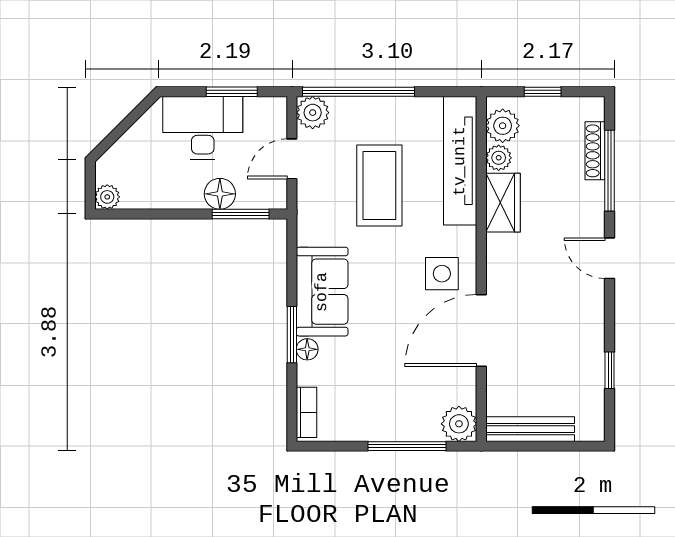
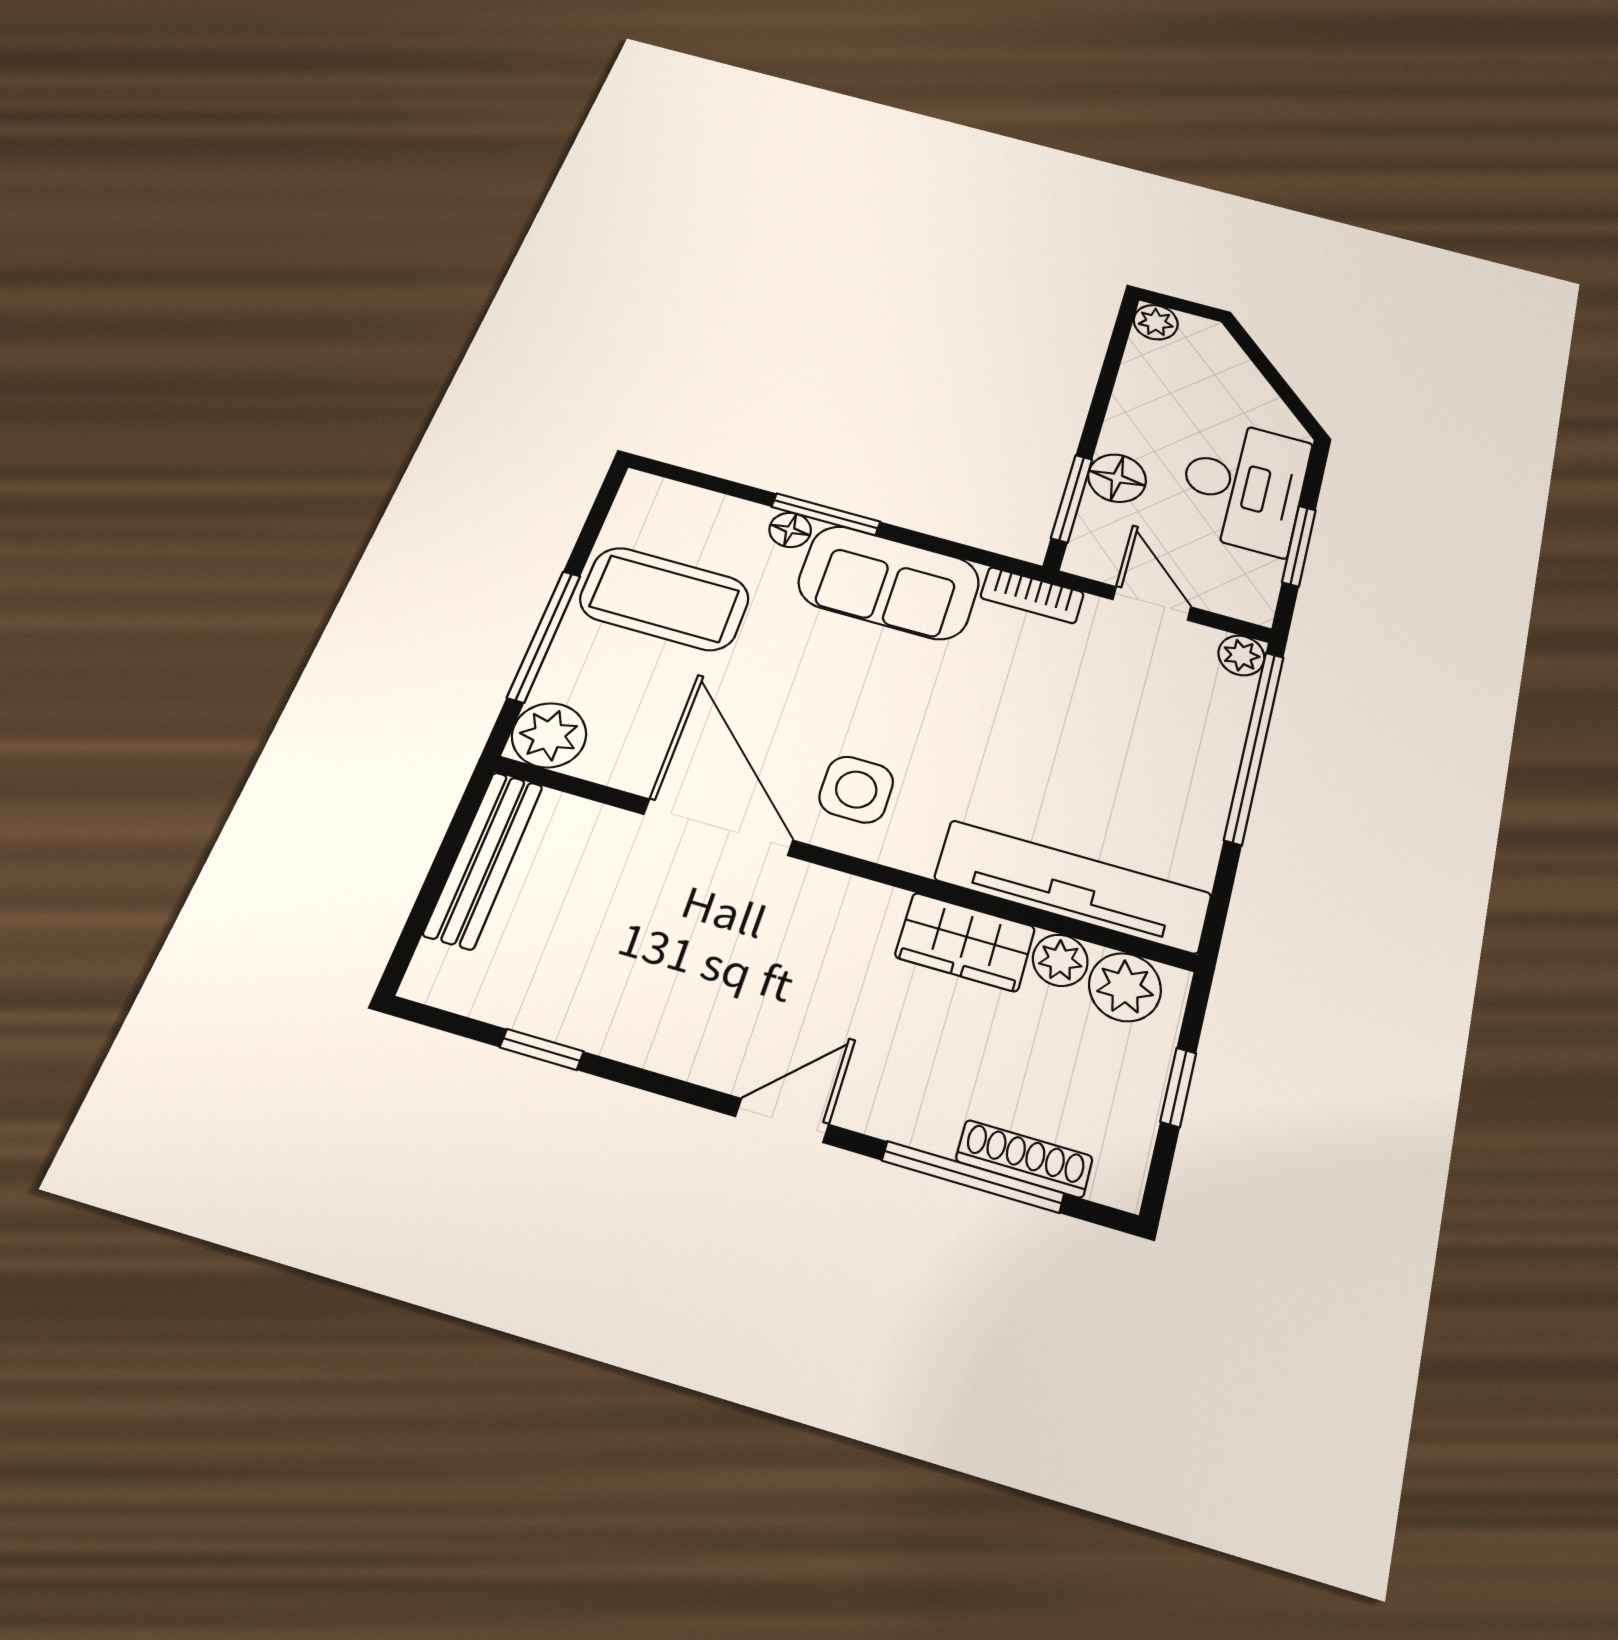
plant: (313, 113) -> (1241, 655), width x0.73, depth x0.73
coffee table: (379, 185) -> (664, 599), moved
bookcase: (307, 412) -> (1032, 595), moved

